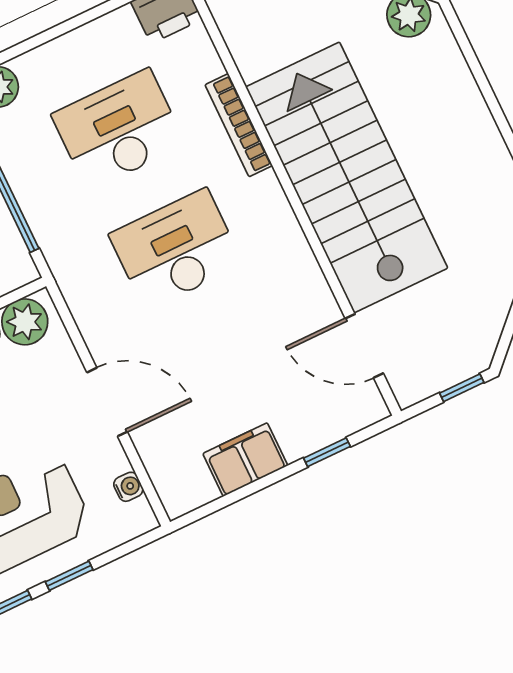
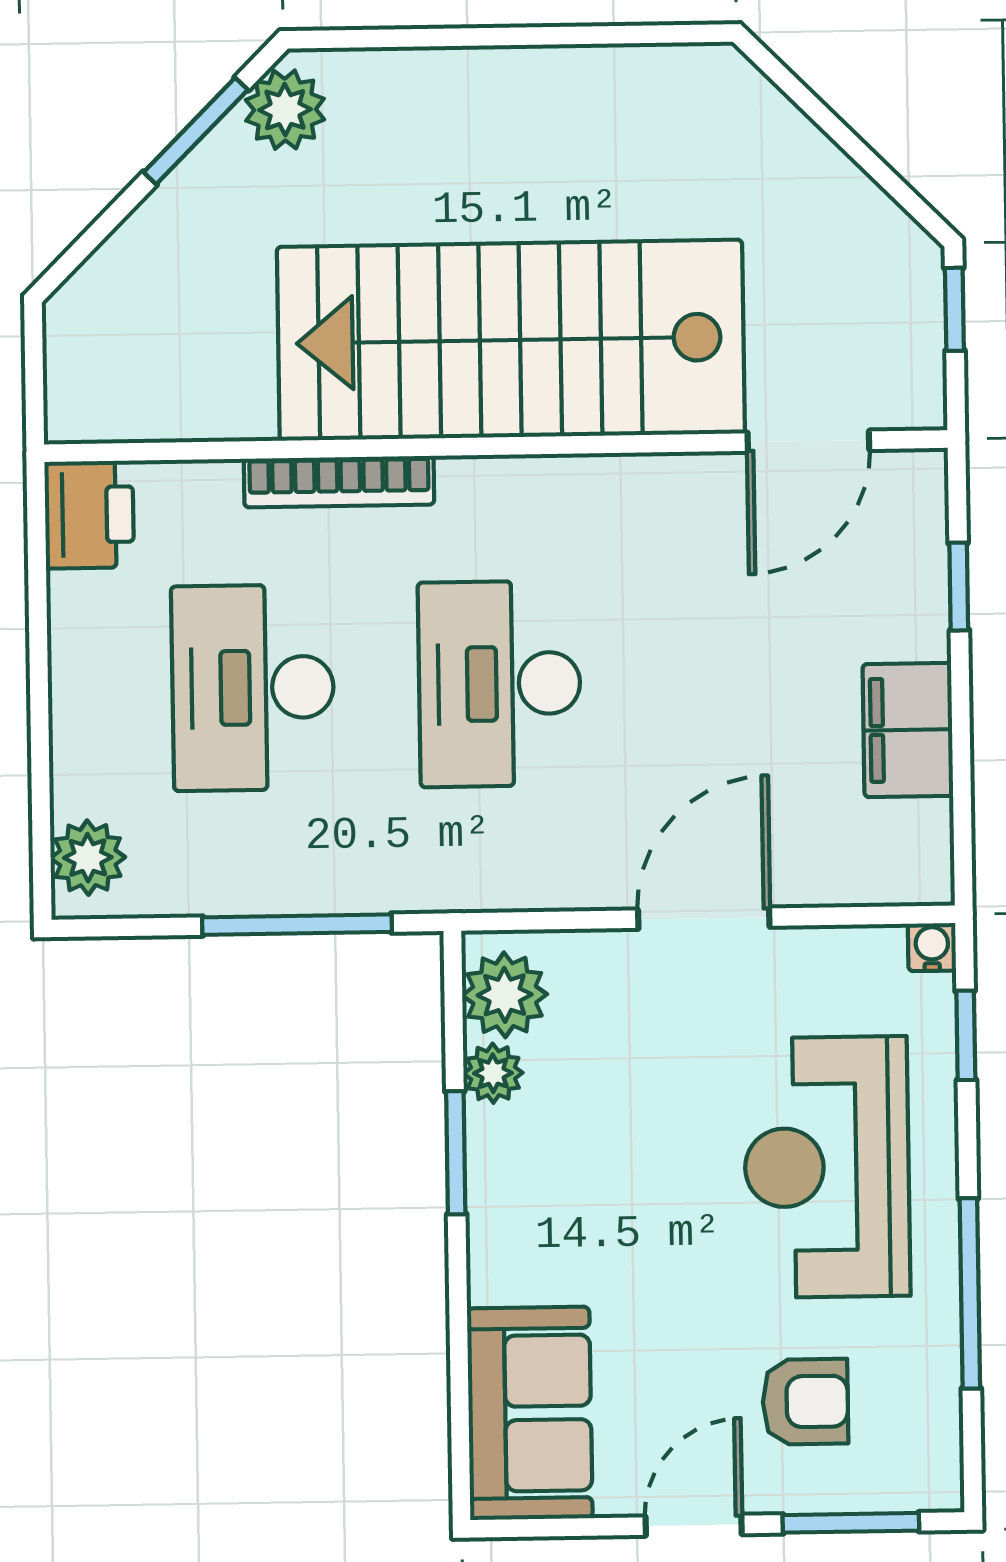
water cooler: (128, 487) -> (932, 947), moved
window: (69, 576) -> (966, 1035), moved

